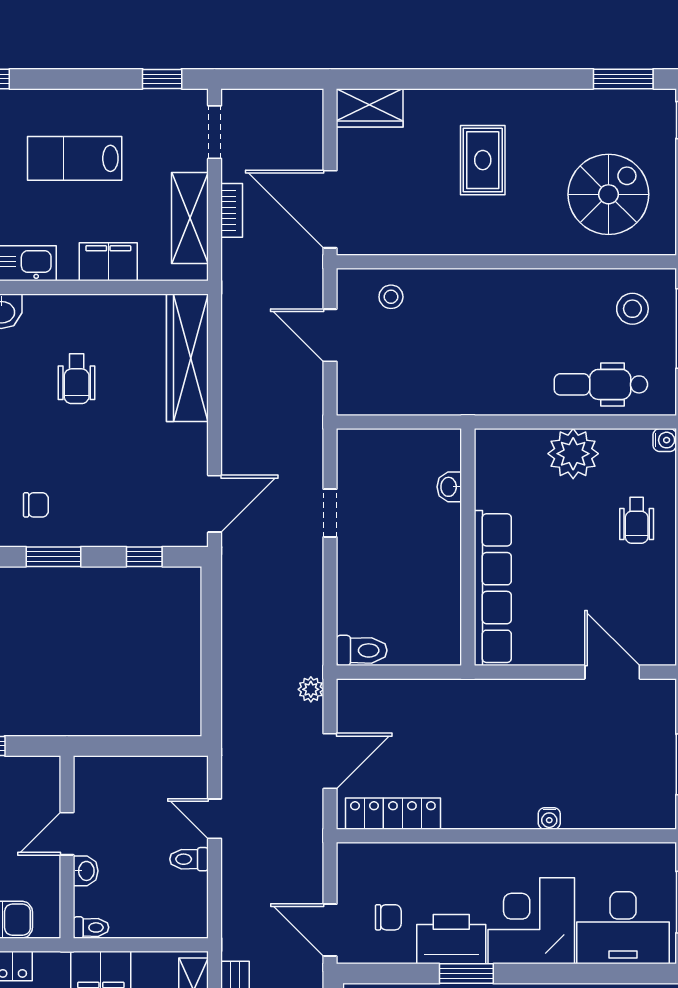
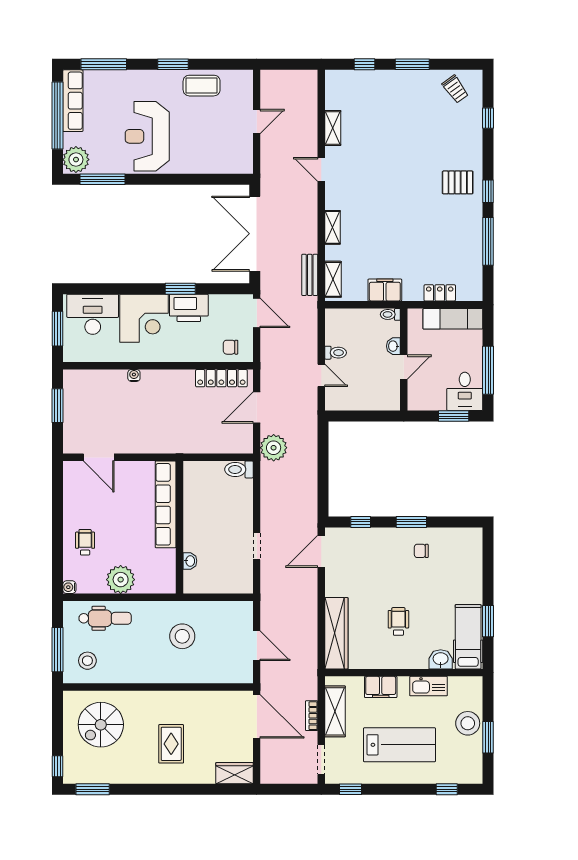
lab bench: (75, 158) -> (399, 745), width x1.36, depth x1.39
stool: (391, 297) -> (182, 636), moved, width x1.89, depth x1.89
plant: (311, 689) -> (274, 448), width x1.88, depth x1.88
chair: (388, 917) -> (231, 347), moved

